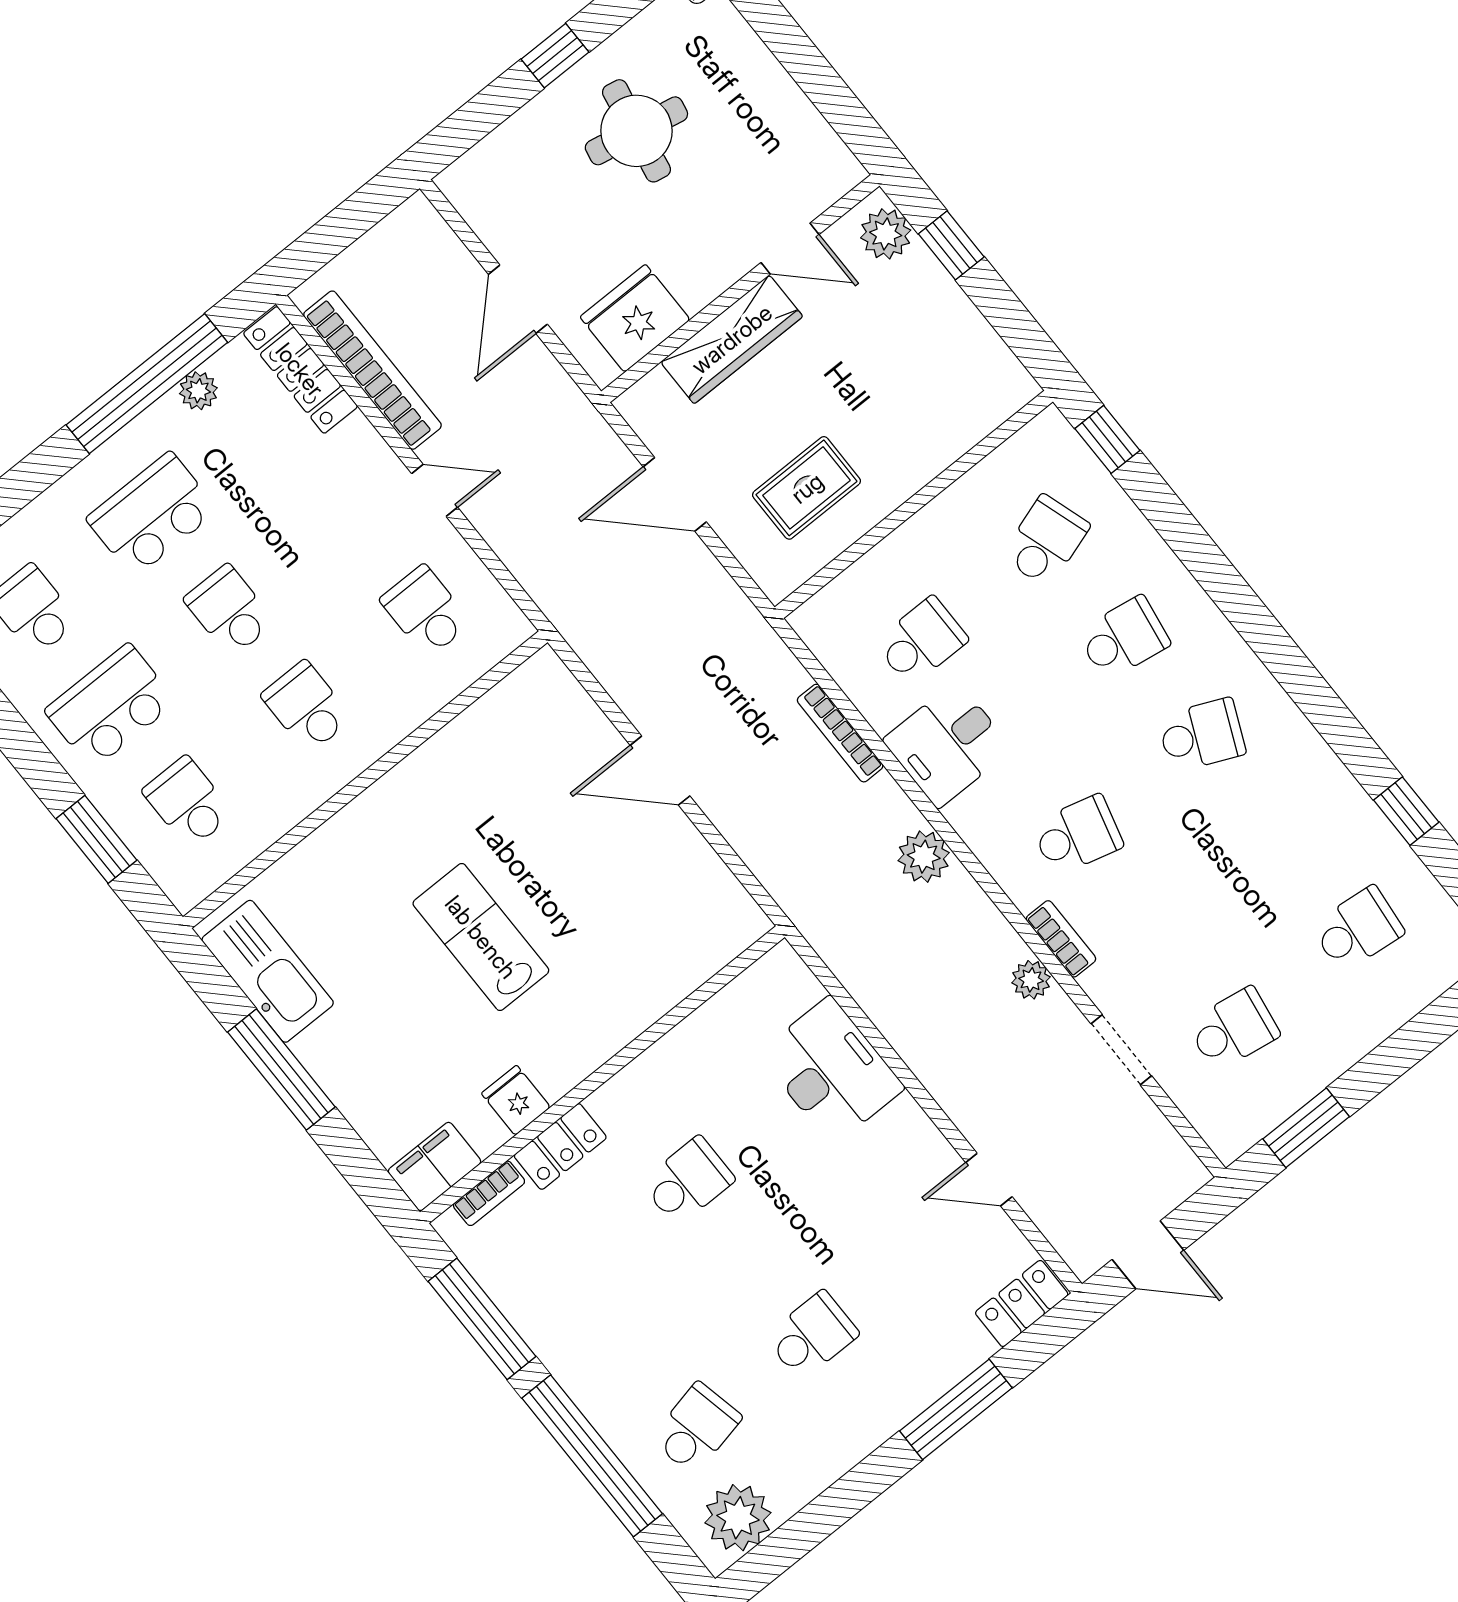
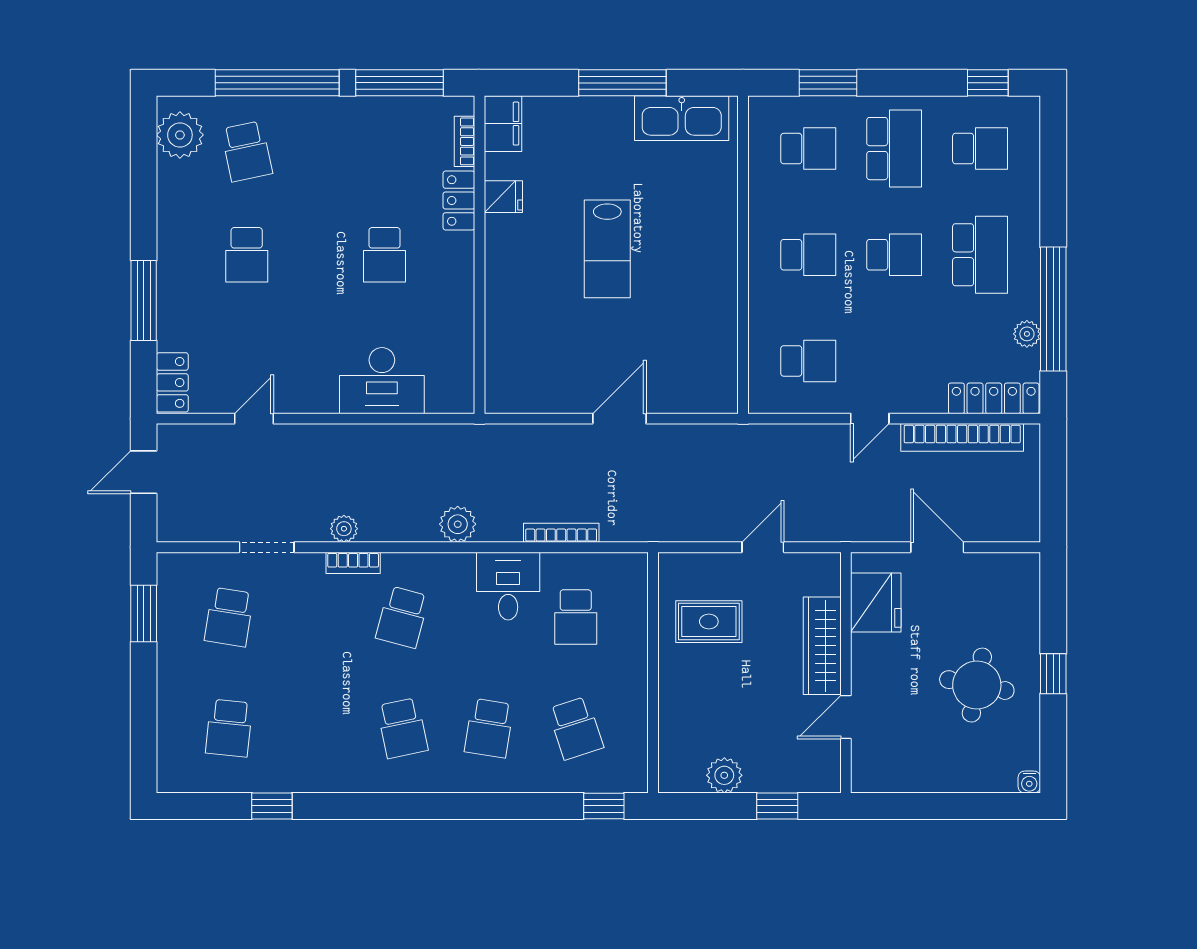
plant: (886, 234) -> (724, 775), moved
rug: (807, 488) -> (709, 622), turned 90
door: (675, 494) -> (763, 547), width x0.73
school desk: (1202, 735) -> (402, 728), turned -36
lab bench: (481, 937) -> (607, 249), turned 90

